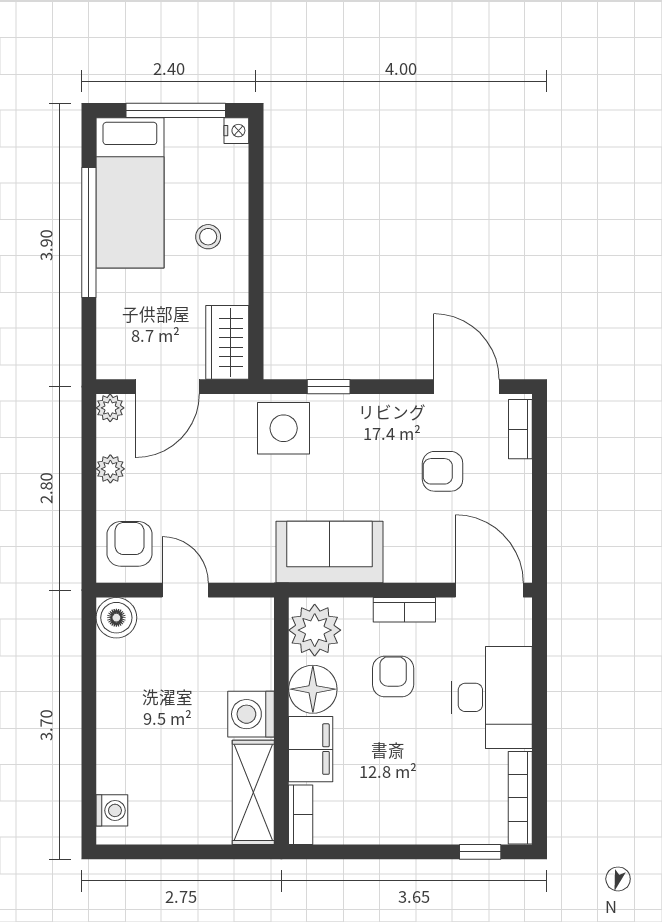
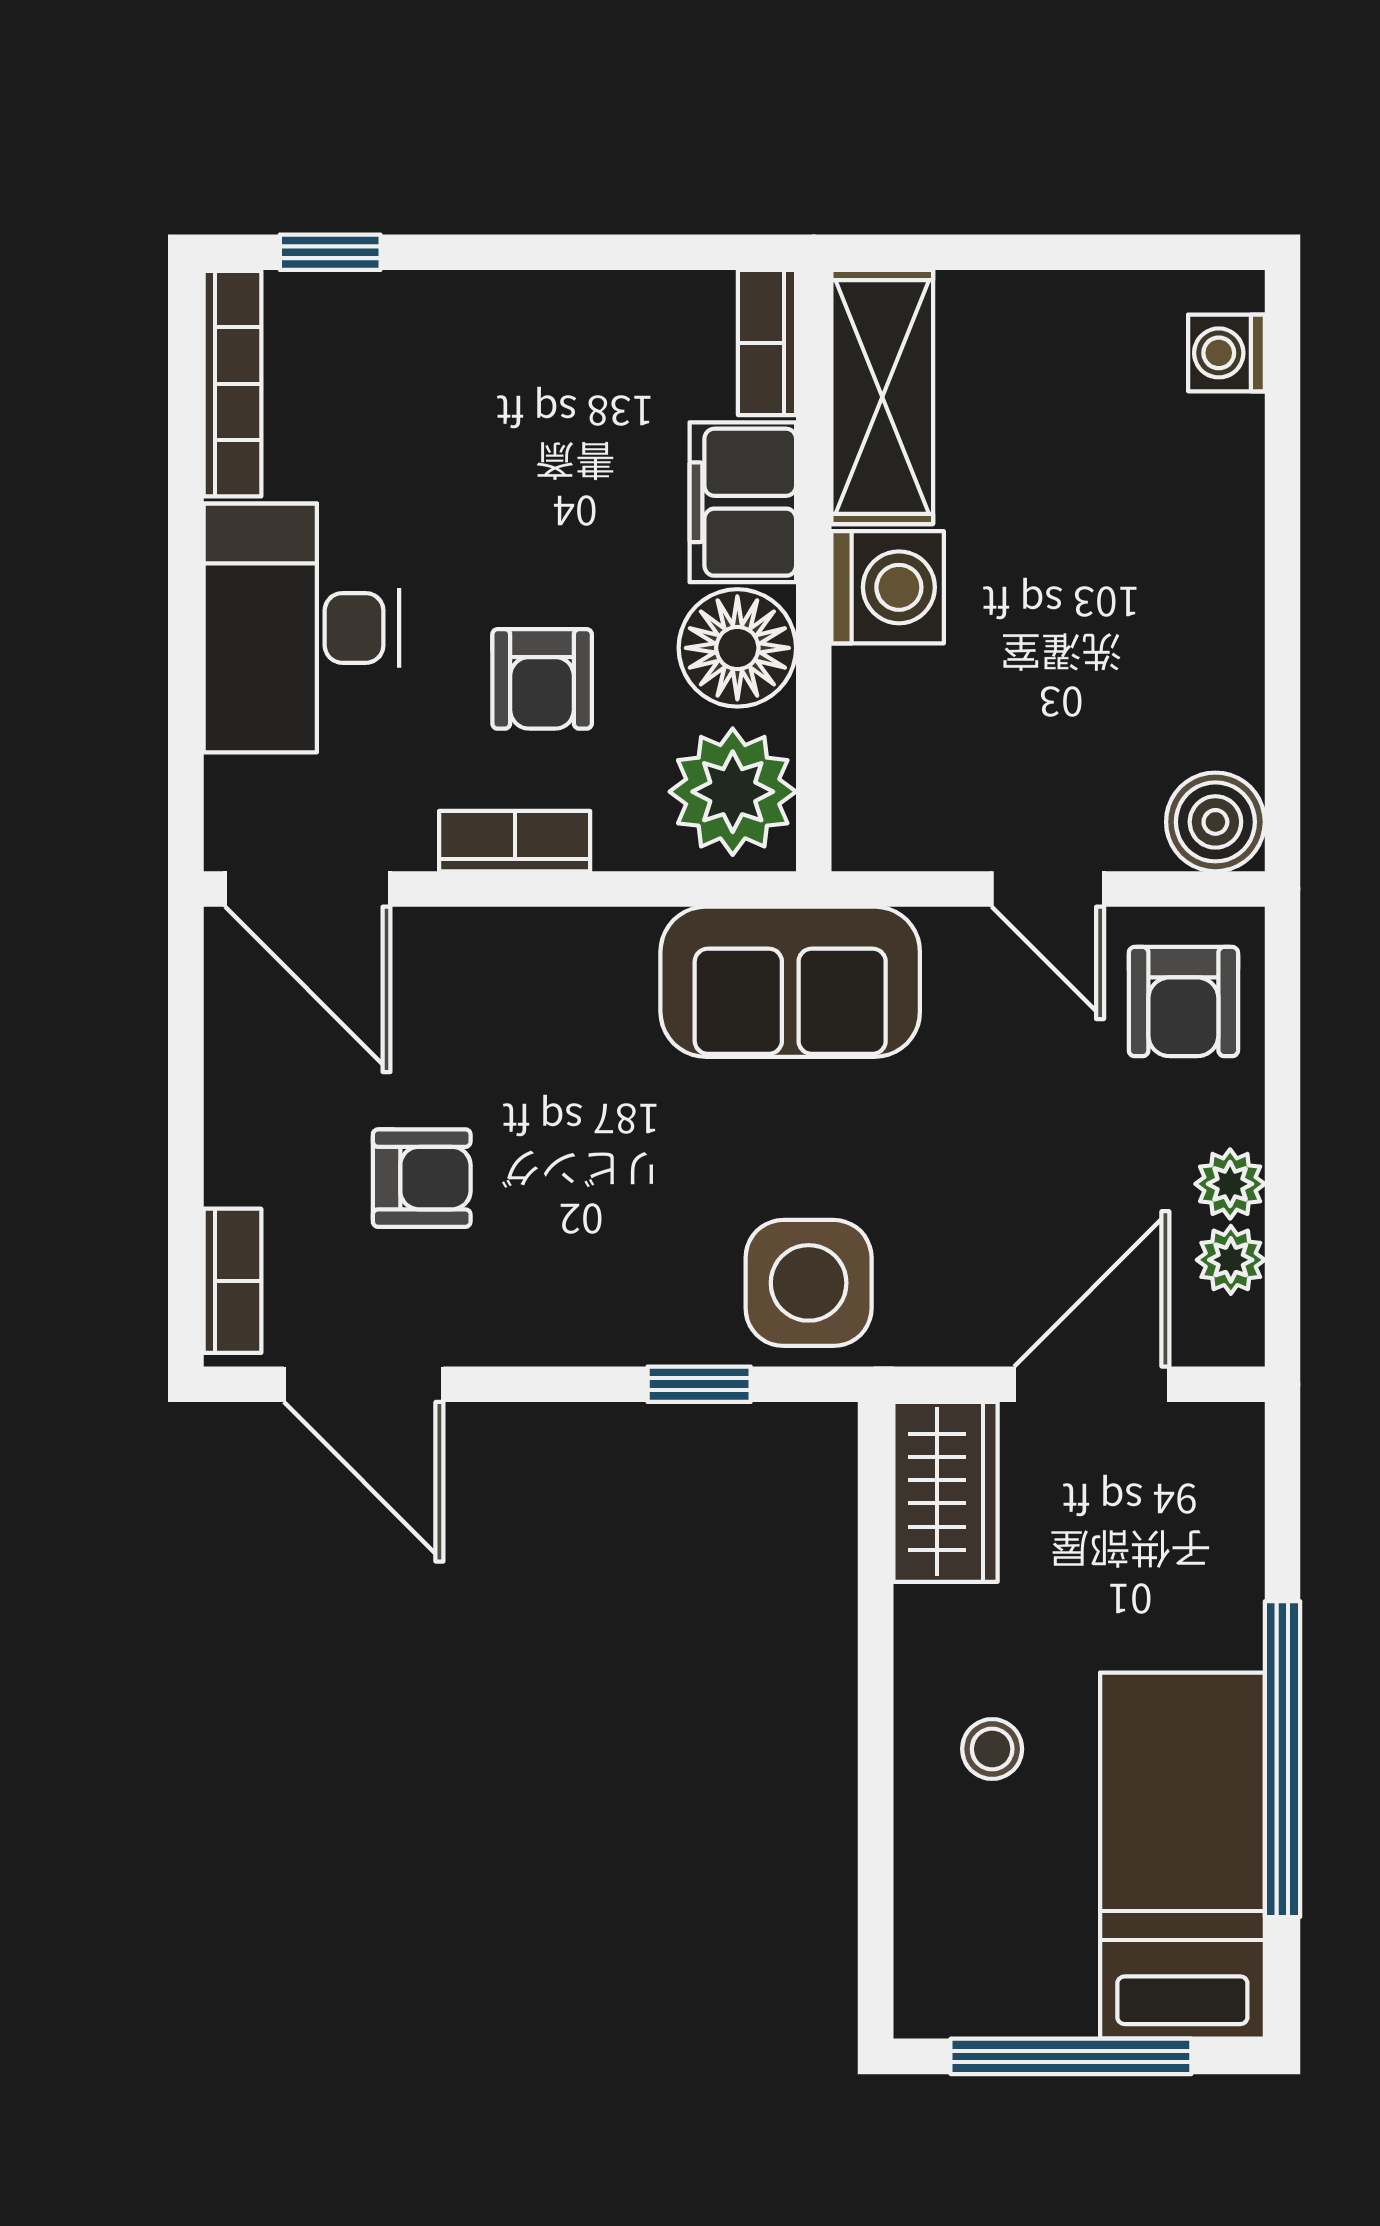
nightstand: (236, 131) -> (923, 2007), removed
plant: (110, 408) -> (1231, 1260), moved
sofa: (330, 552) -> (790, 982), moved

